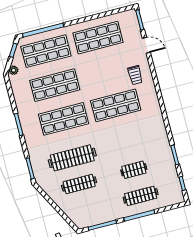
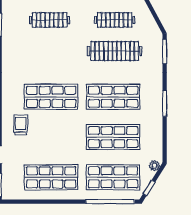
clothes rail: (134, 170) -> (50, 20), width x1.36

